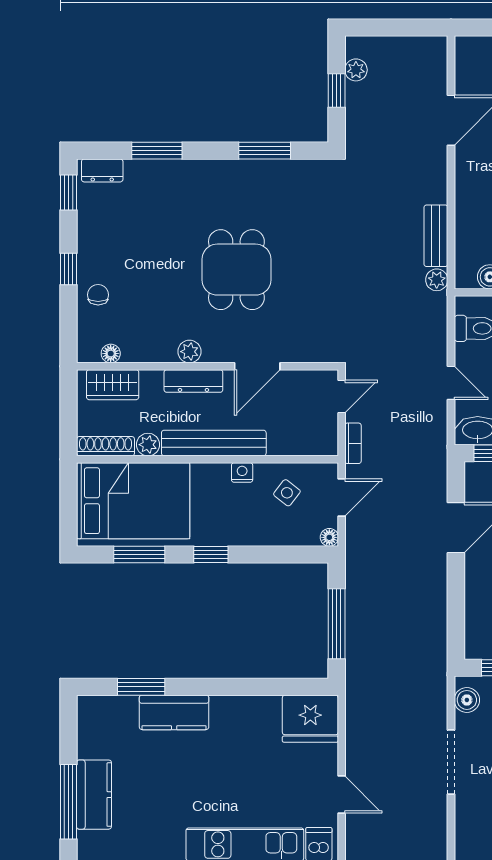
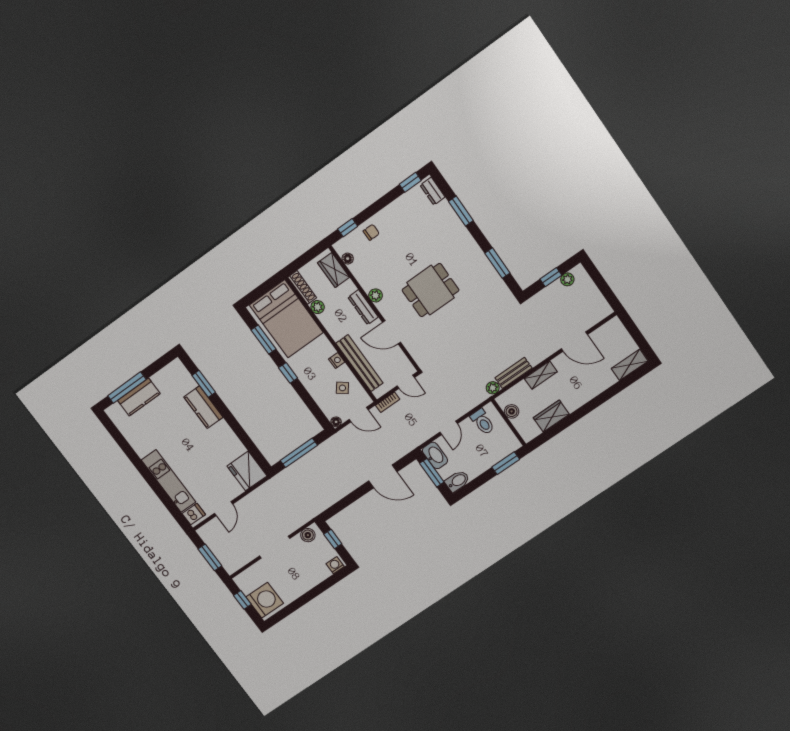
shelving: (466, 200) -> (541, 375), added
window: (68, 269) -> (348, 228), moved
bench: (214, 443) -> (359, 363), moved

